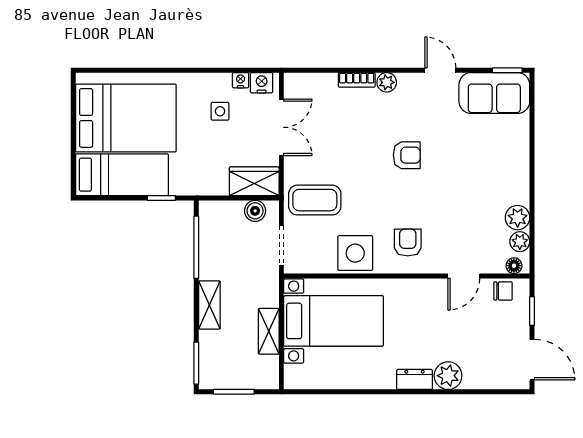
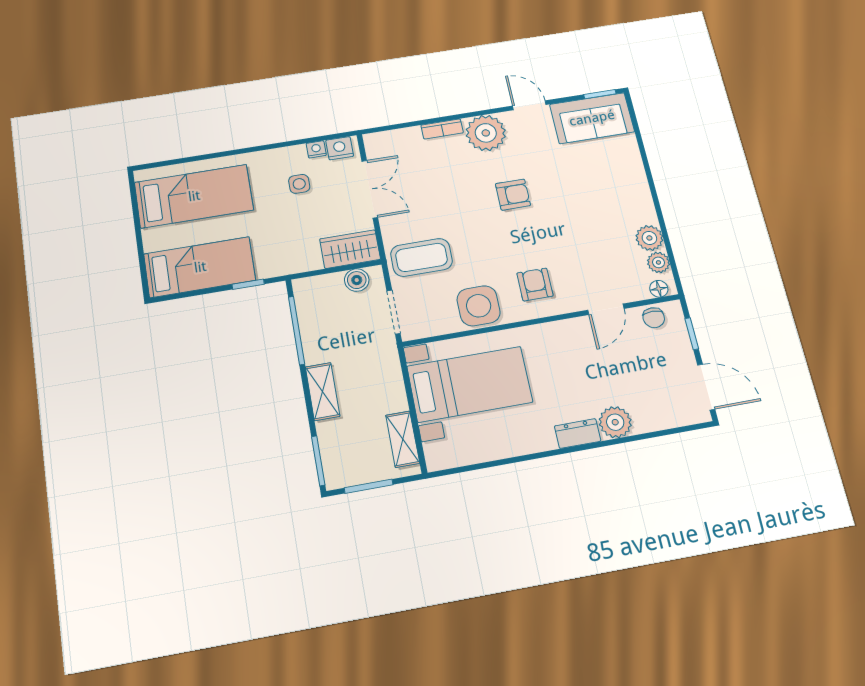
plant: (387, 82) -> (486, 133), width x1.88, depth x1.88
bed: (126, 118) -> (194, 196), width x0.67
chair: (503, 291) -> (654, 318), turned 90
shelving: (269, 331) -> (403, 439), moved

